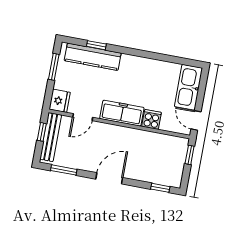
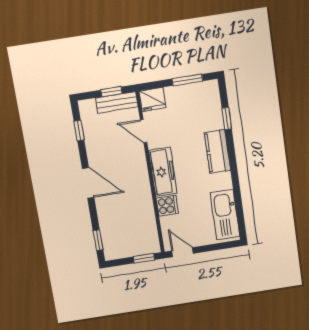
kitchen counter: (93, 57) -> (217, 152), moved, width x0.67
kitchen sink: (189, 87) -> (225, 215), moved, turned -90
door: (196, 120) -> (182, 252), hinge flipped
bench: (51, 137) -> (117, 102), width x0.73
window: (64, 170) -> (79, 131), width x0.67

